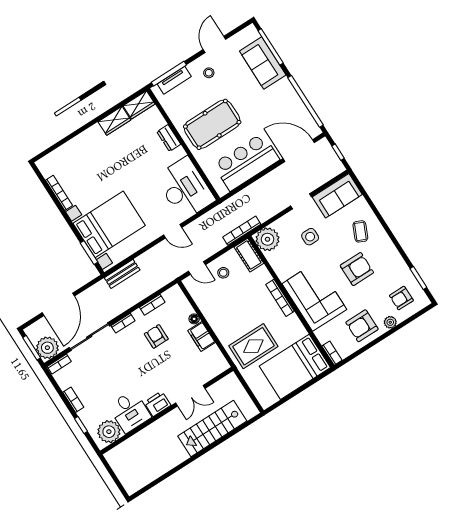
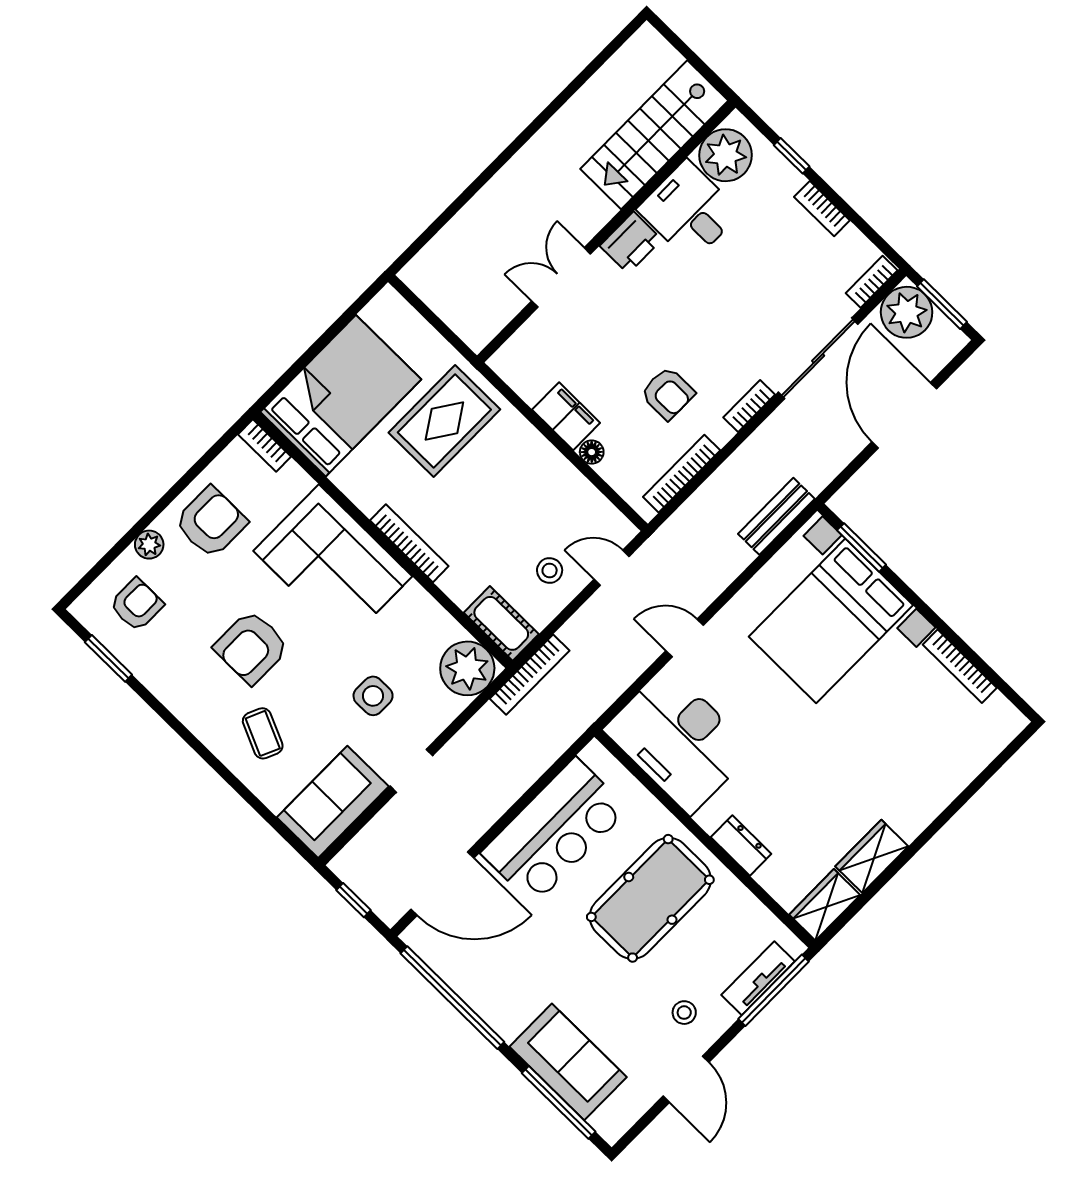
bookcase: (152, 305) -> (682, 474), width x1.56
stairs: (212, 428) -> (654, 135), moved, turned 180

